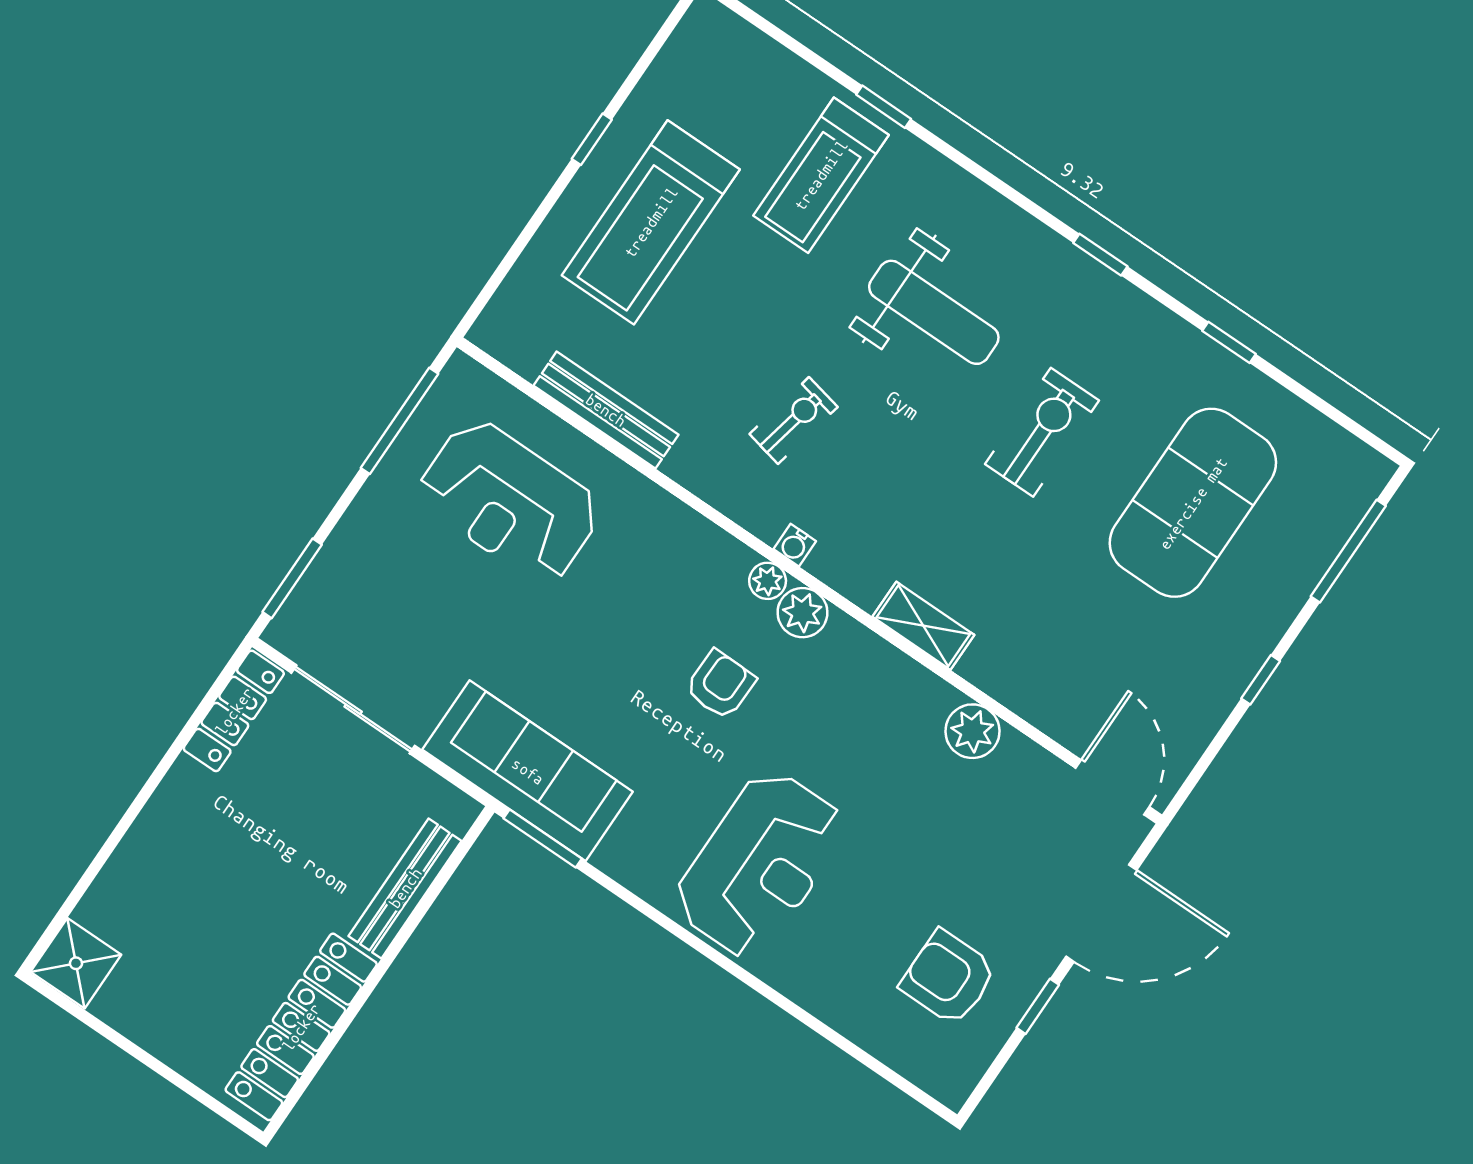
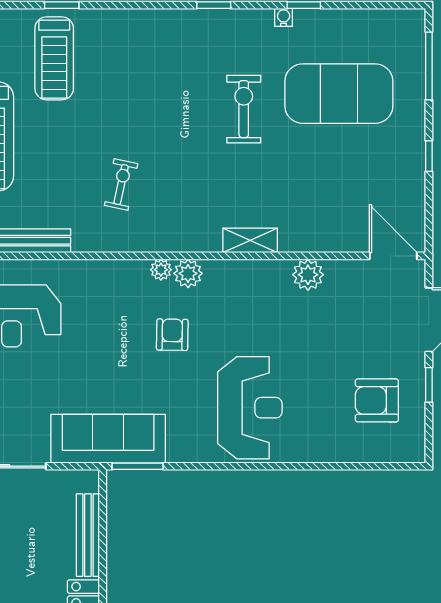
weight bench: (934, 312) -> (153, 87), removed
exercise mat: (1193, 503) -> (339, 94), turned 90
water cooler: (795, 545) -> (284, 17), moved, turned 180

